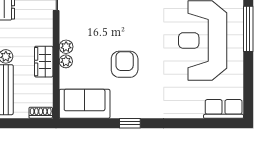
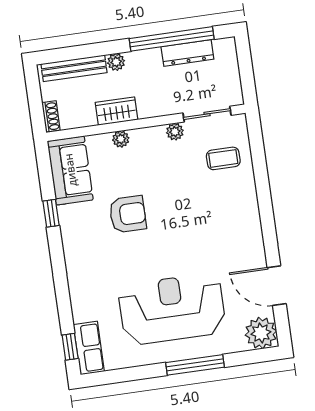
plant: (66, 47) -> (175, 132), moved
window: (130, 123) -> (51, 213), moved
window: (221, 123) -> (70, 347), added

